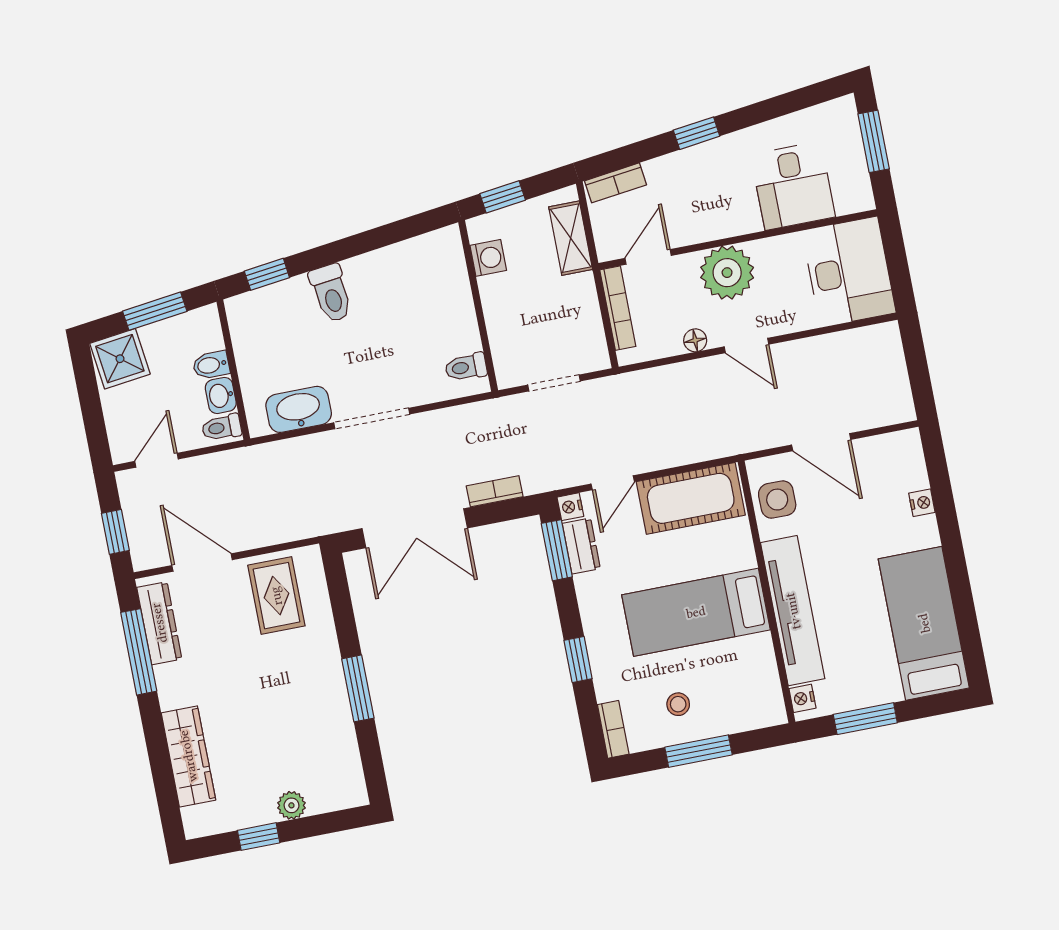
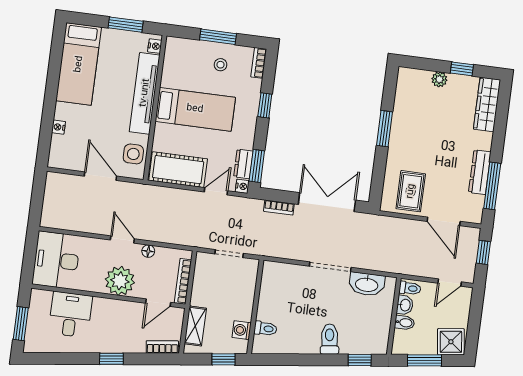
toilet: (466, 367) -> (265, 329), moved
dresser: (159, 623) -> (480, 172), moved
wardrobe: (188, 756) -> (487, 104), moved

